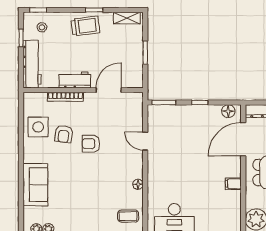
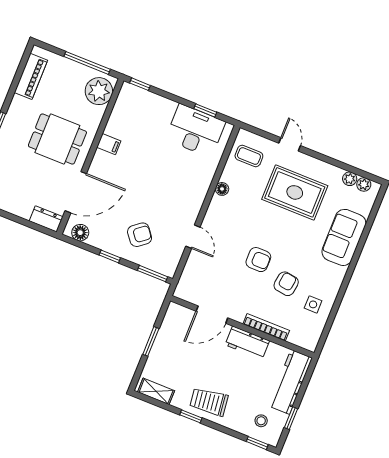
side table: (38, 127) -> (313, 304), width x0.54, depth x0.54
armchair: (185, 127) -> (140, 235), added
rug: (84, 203) -> (295, 192), added

